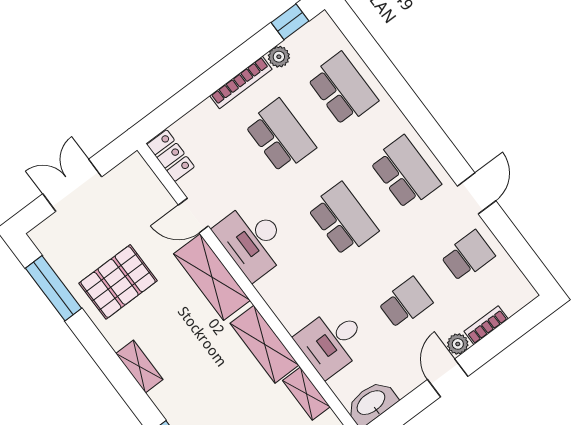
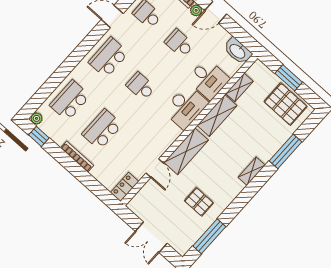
plant: (279, 57) -> (37, 118), moved
school desk: (343, 219) -> (141, 86), width x0.54
desk: (252, 240) -> (186, 107), moved
pallet: (118, 282) -> (199, 202), width x0.67, depth x0.71
shelving: (139, 367) -> (252, 171), moved

